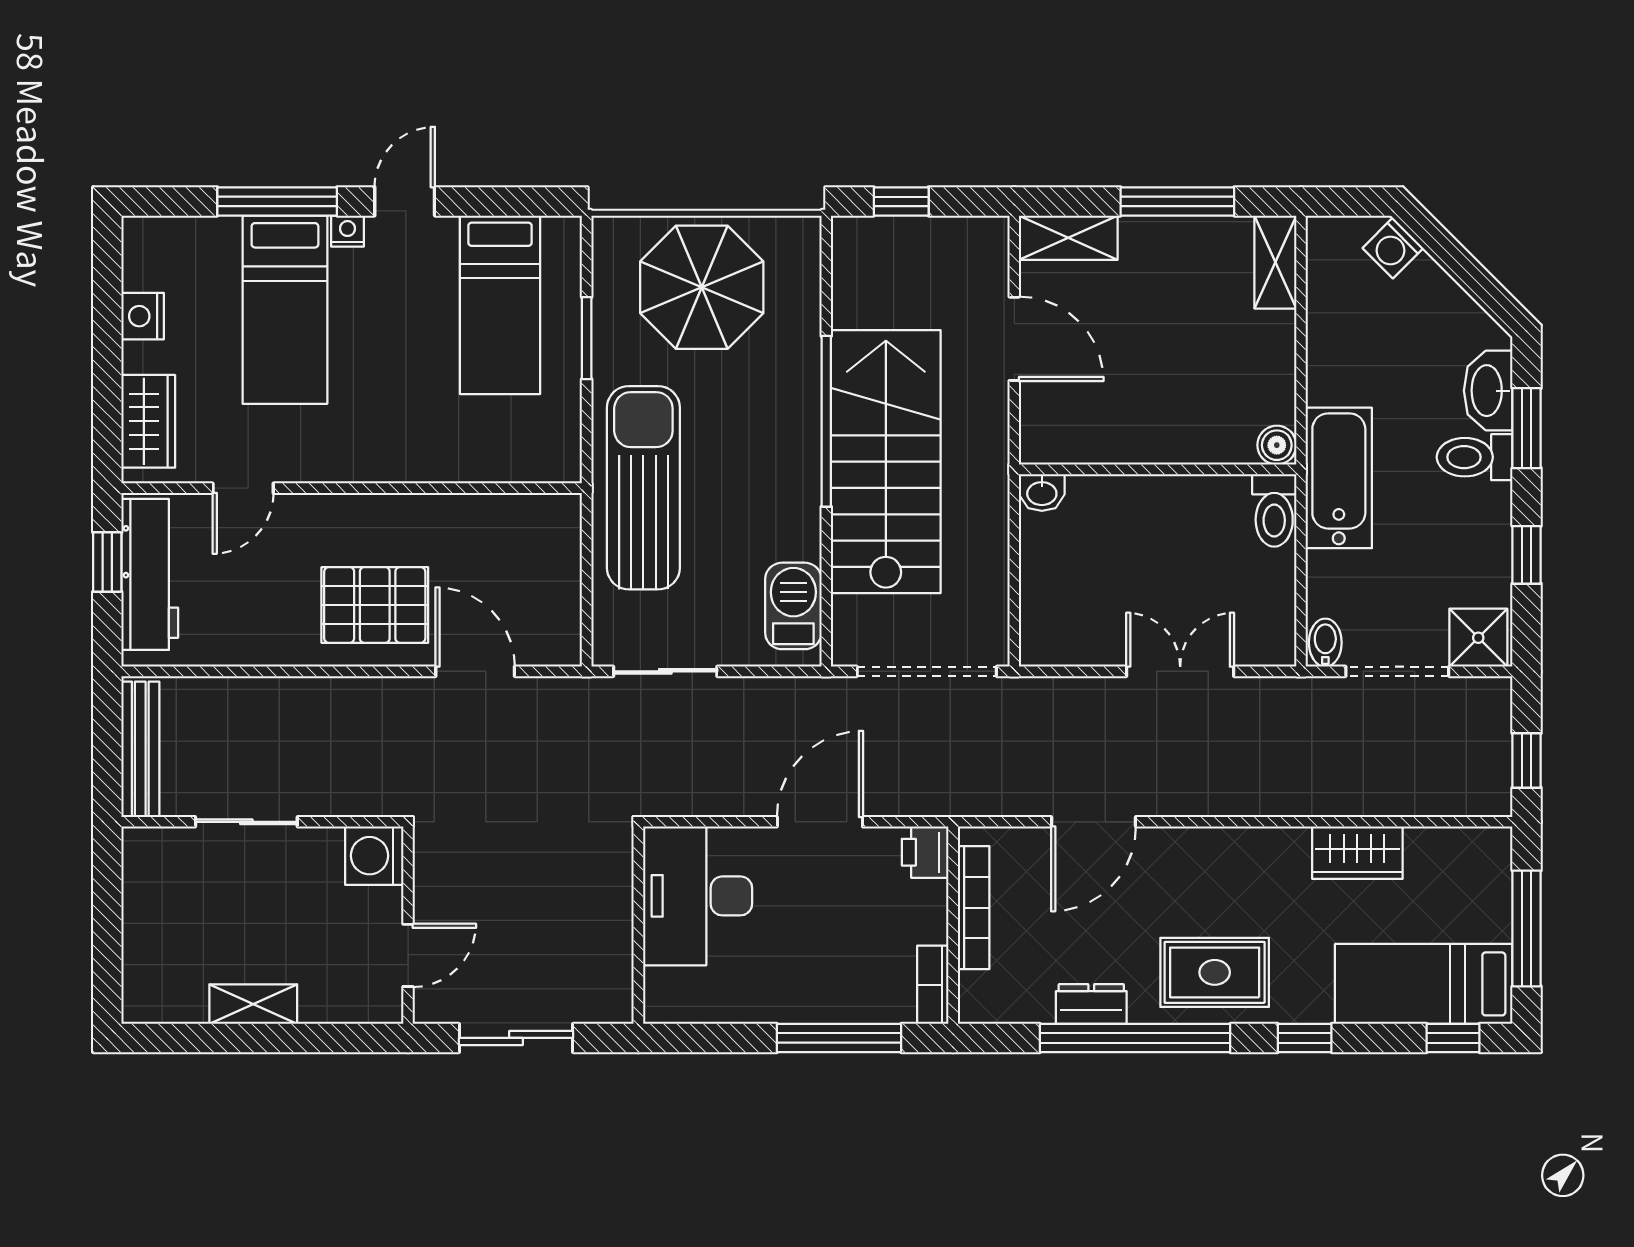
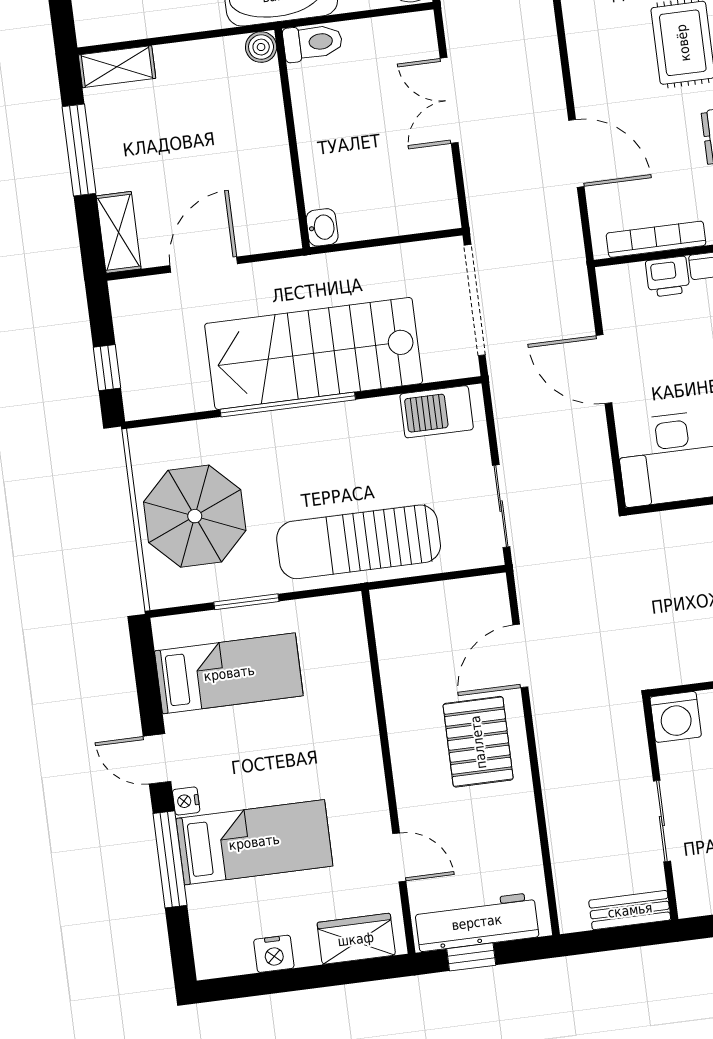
bench: (140, 749) -> (630, 910), width x0.73
printer: (925, 852) -> (668, 277), moved

